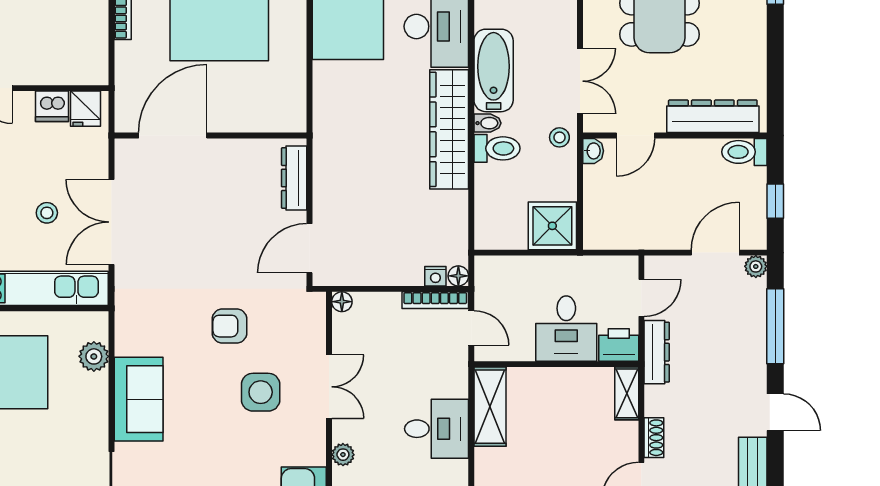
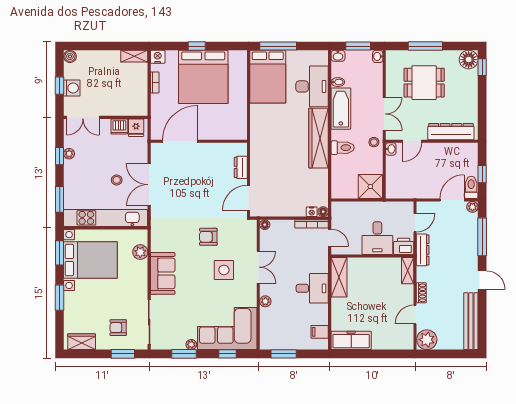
bidet: (487, 123) -> (338, 82), moved
toilet: (744, 152) -> (471, 187), moved, turned 90
dresser: (294, 178) -> (241, 167), width x0.70

